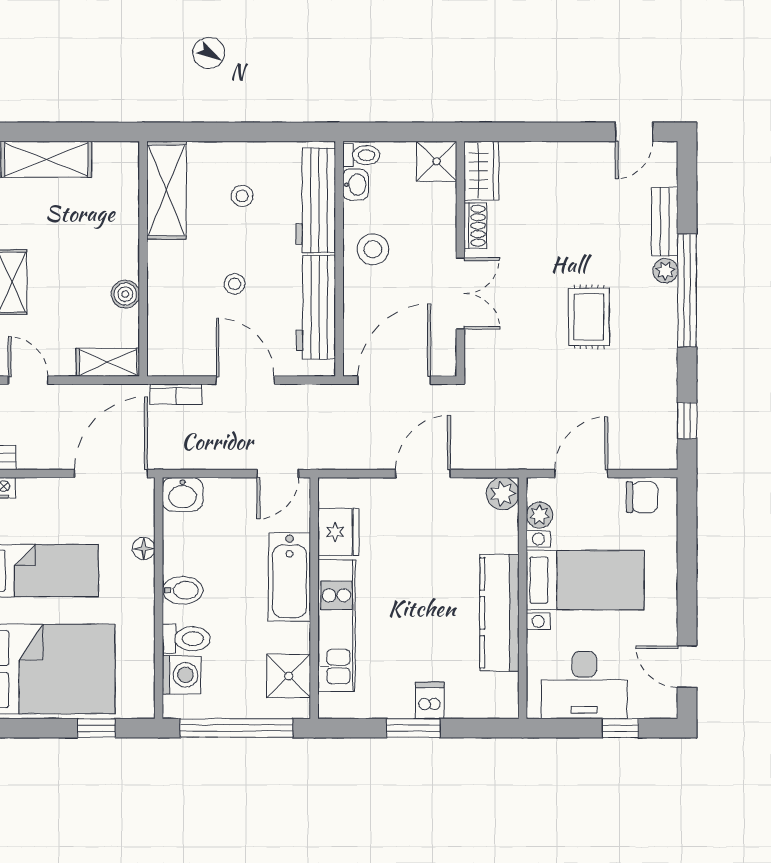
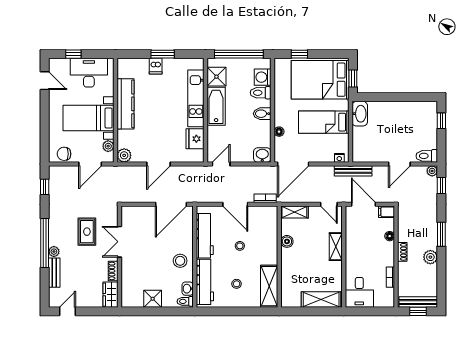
wardrobe: (481, 171) -> (111, 295), moved
shoe rack: (475, 226) -> (113, 271), moved
wall: (460, 259) -> (120, 257), moved
double door: (460, 294) -> (120, 242), moved
bathtub: (290, 577) -> (216, 106), moved

